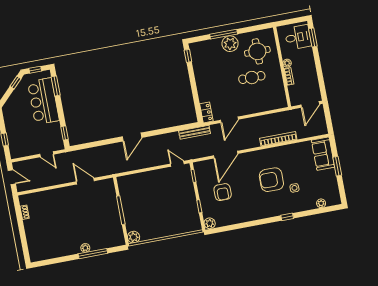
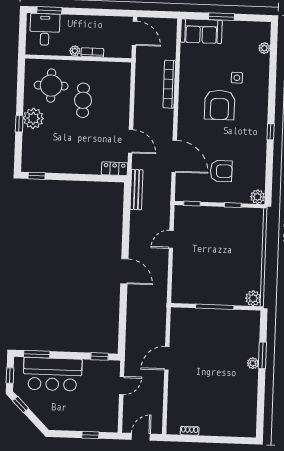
window: (224, 34) -> (19, 124), width x0.46
door: (177, 164) -> (171, 239), moved
door: (85, 181) -> (167, 358), moved
window: (287, 217) -> (271, 132), moved
window: (93, 254) -> (262, 355), width x0.69

